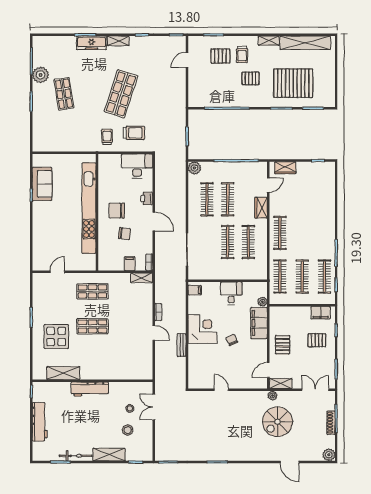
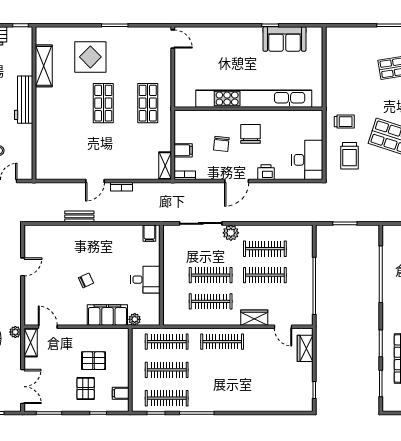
plant: (194, 168) -> (231, 233), moved
door: (57, 272) -> (173, 39), moved
filing cabinet: (321, 313) -> (121, 393), width x0.50
corner desk: (203, 329) -> (100, 243), removed
pallet: (283, 345) -> (94, 361), moved

